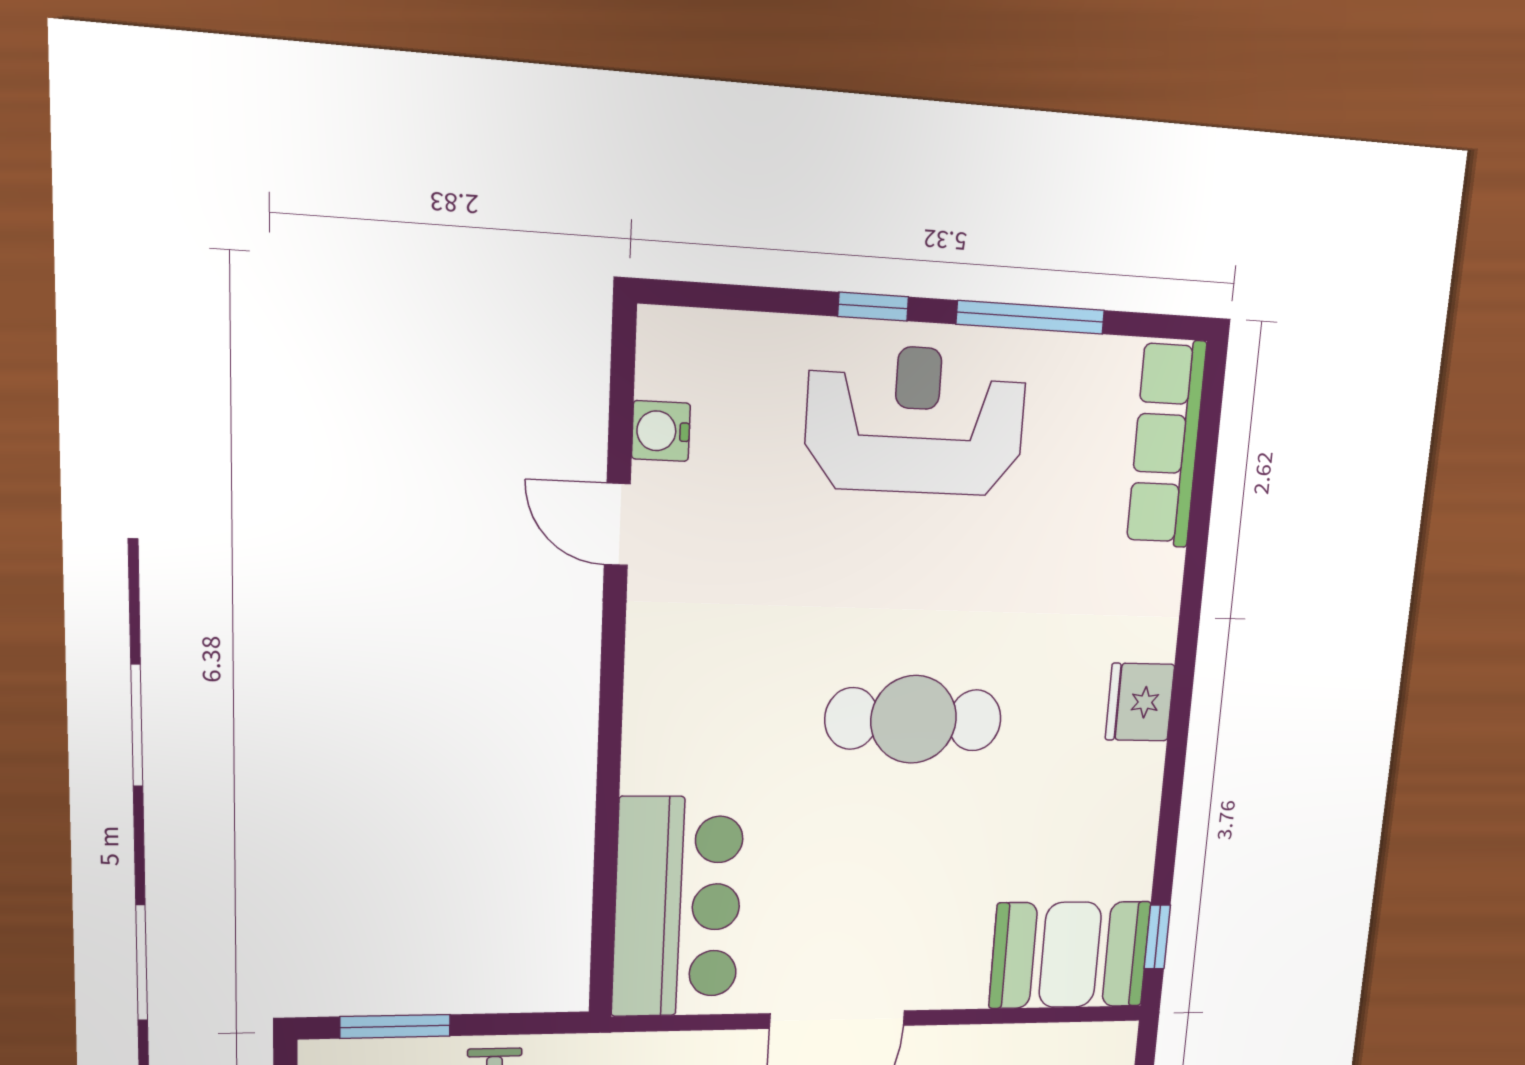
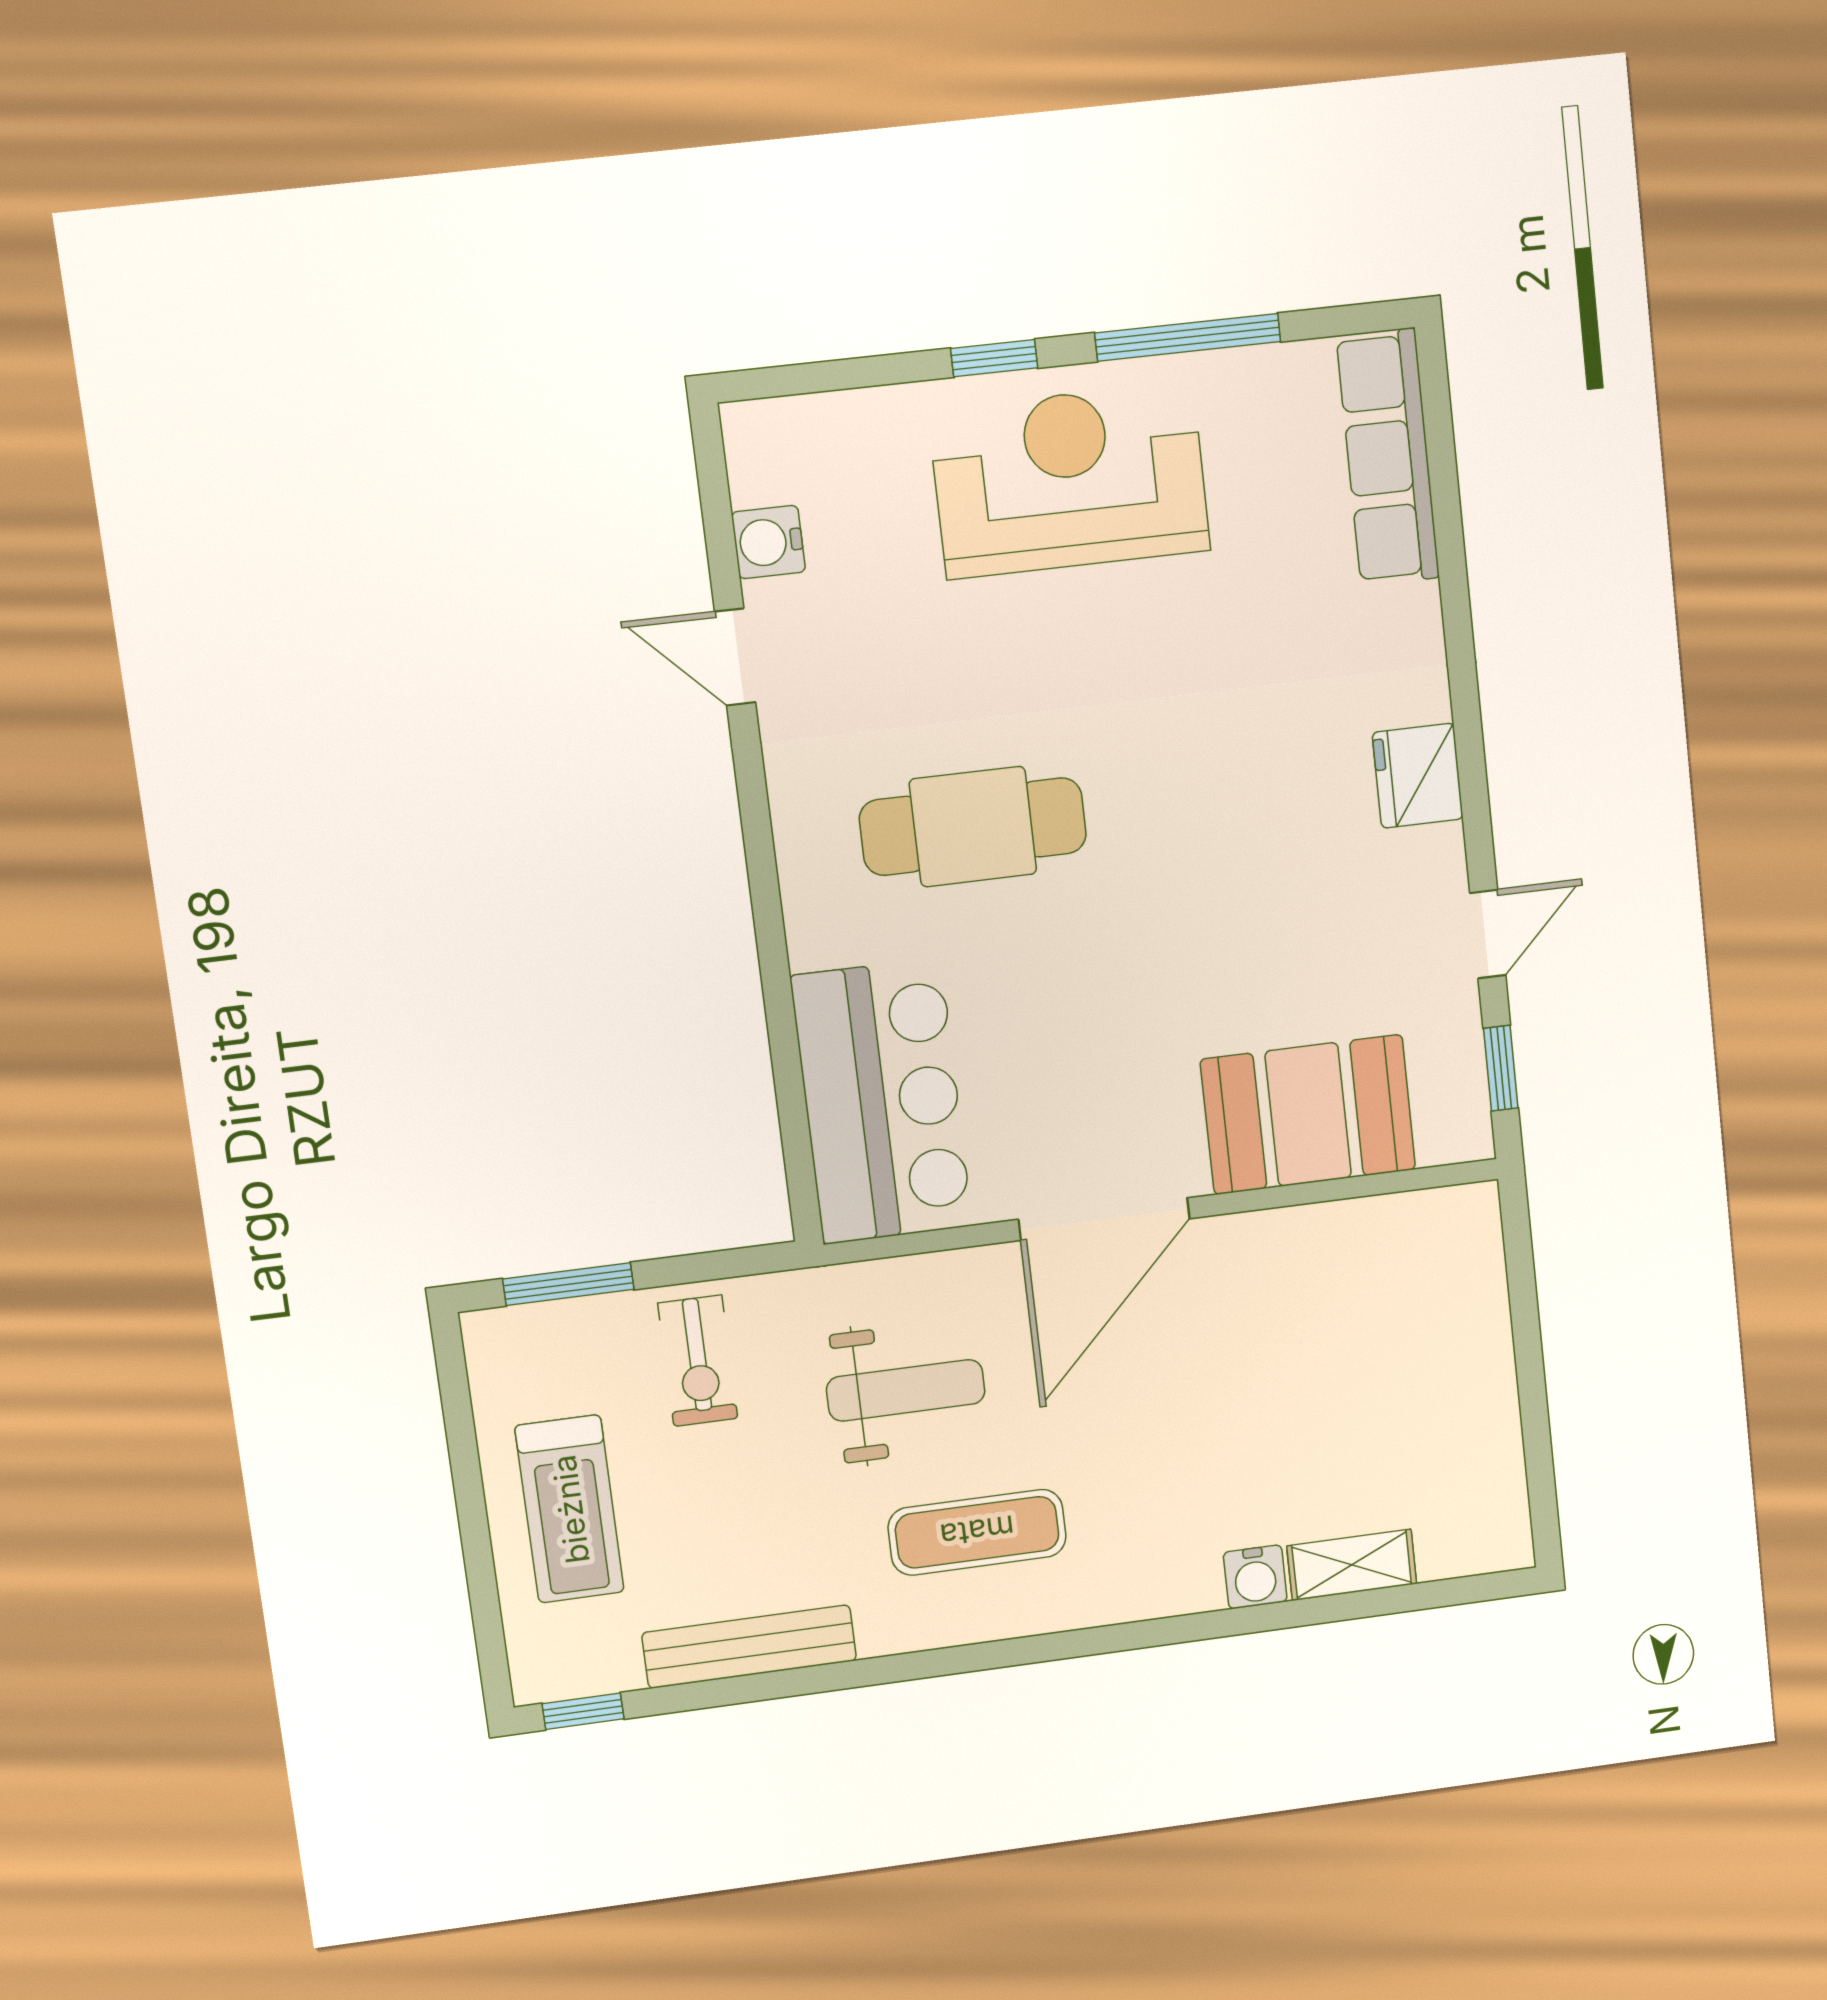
cafe table: (914, 719) -> (973, 827), moved
door: (1168, 833) -> (1488, 934), added
booth: (1070, 955) -> (1308, 1114), moved

